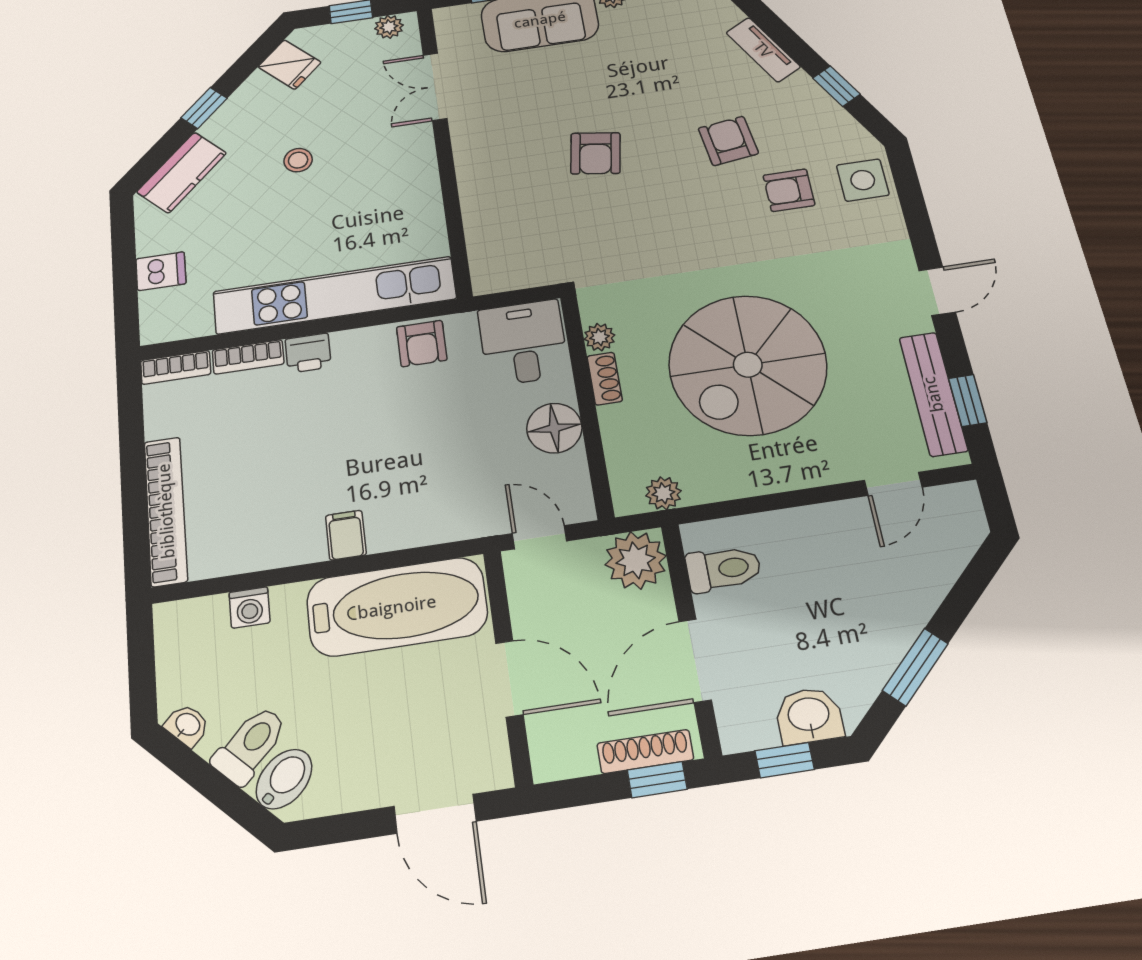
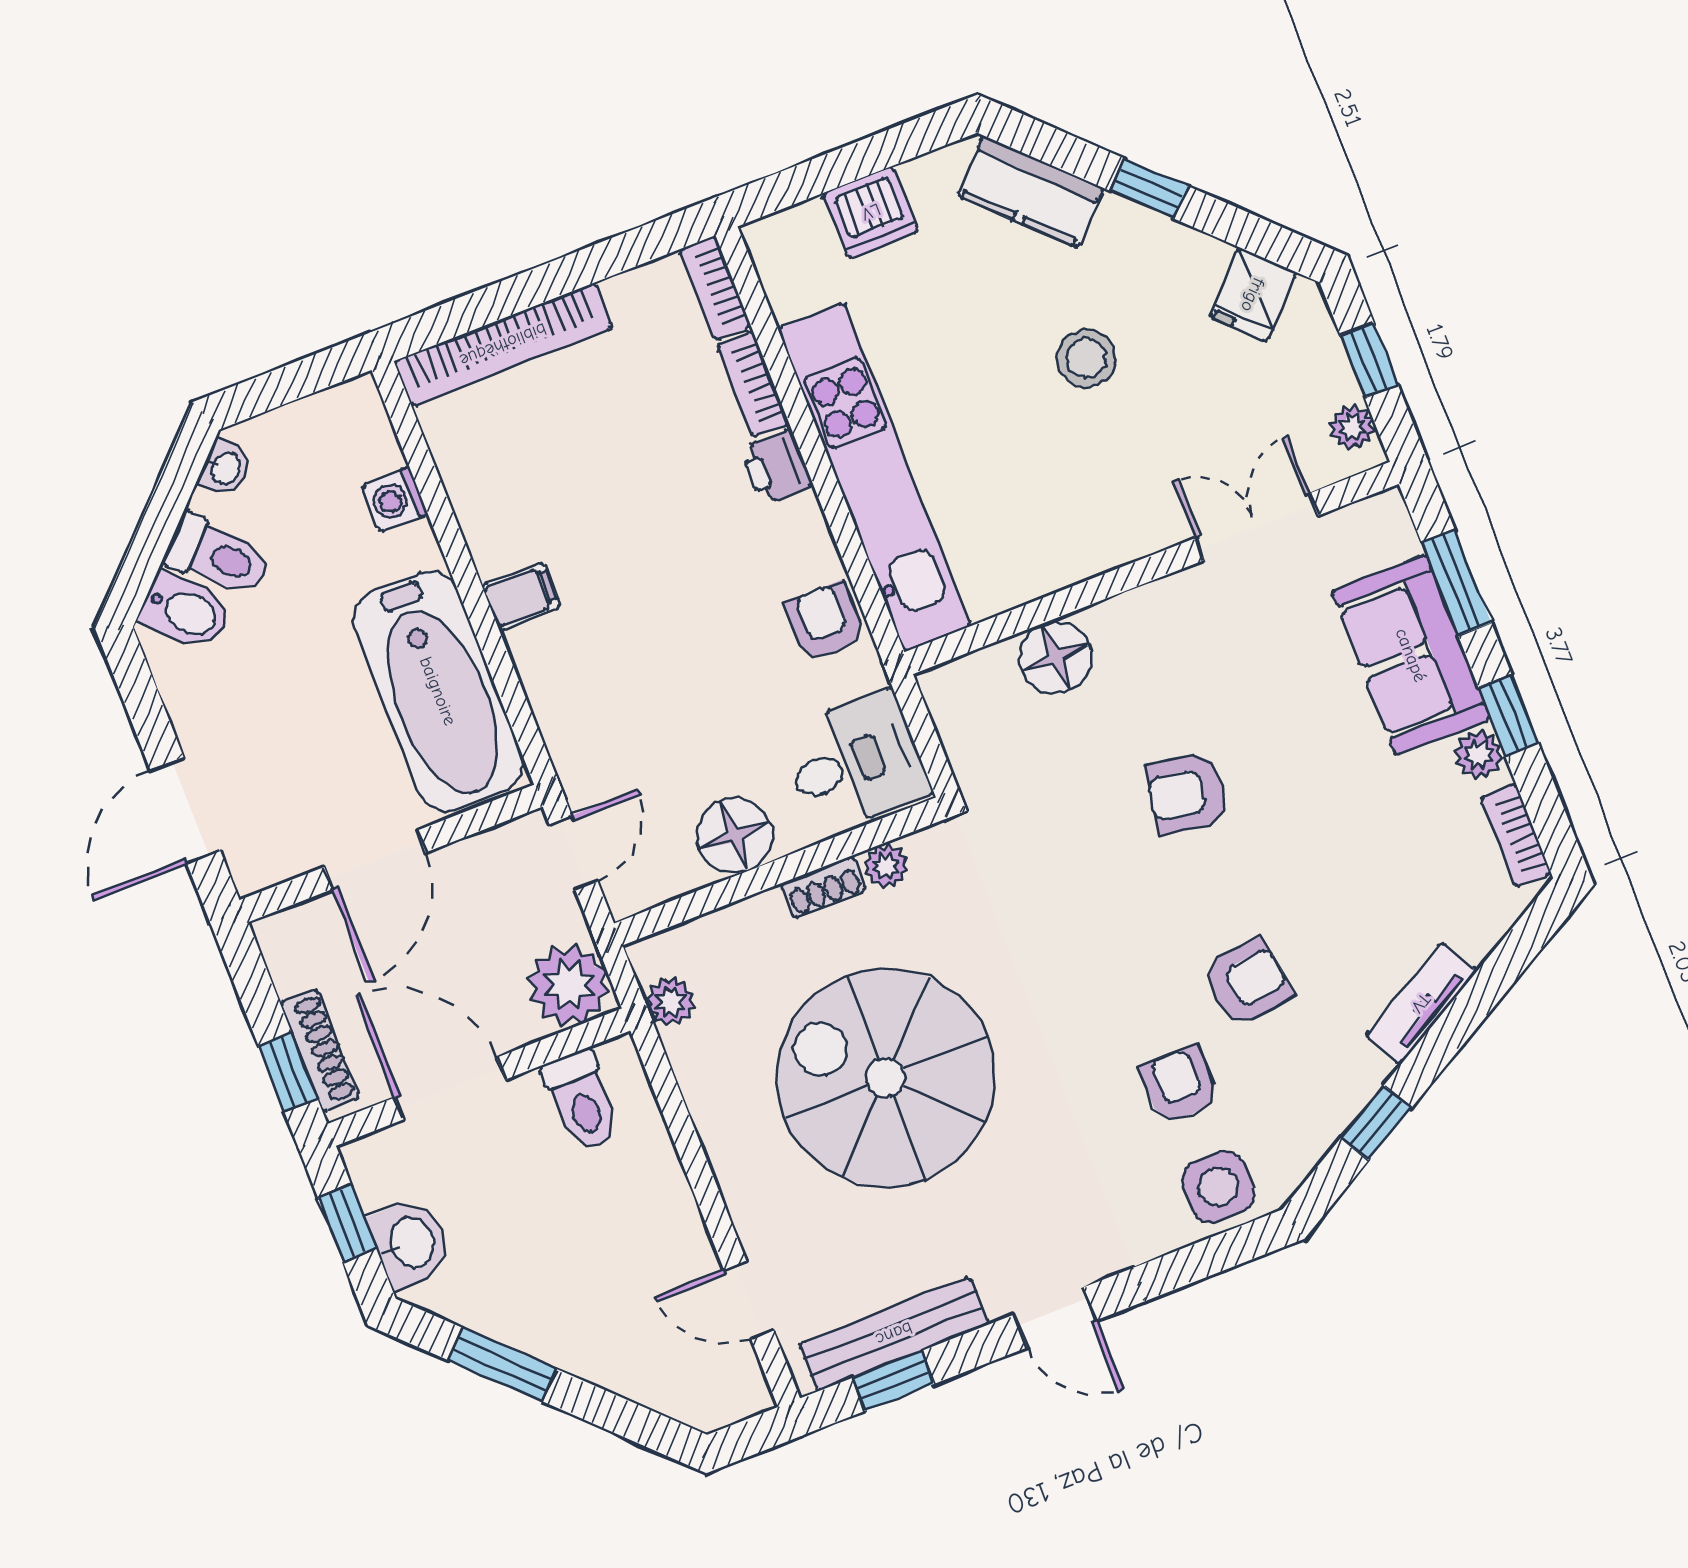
stool: (298, 160) -> (1087, 358), width x1.37, depth x1.37
floor lamp: (486, 211) -> (1056, 657), added
dishwasher: (161, 271) -> (871, 212), width x1.38
armchair: (422, 343) -> (824, 622), turned 90

